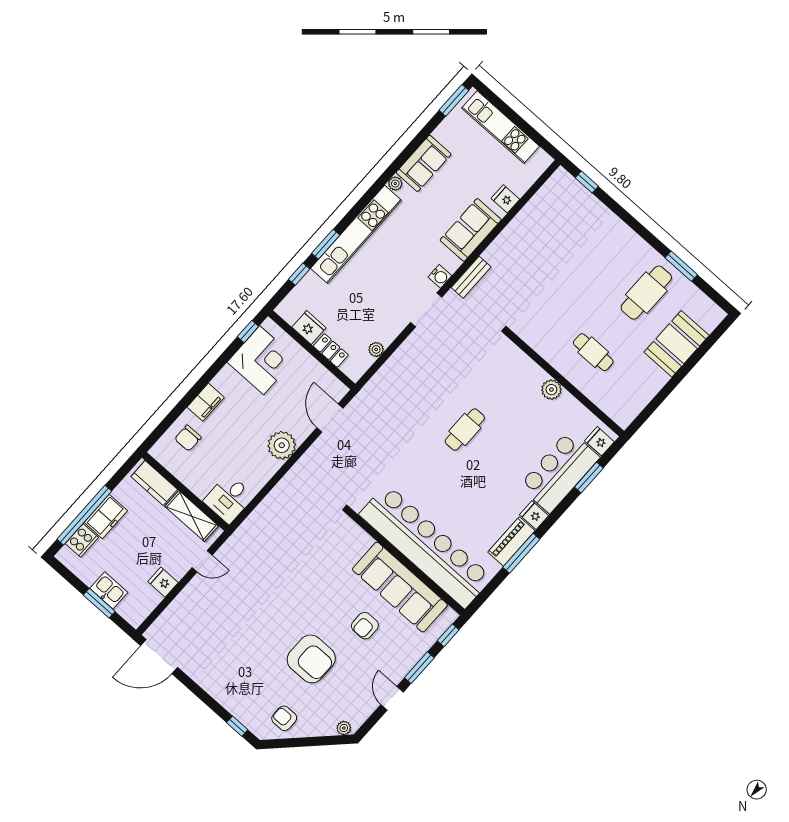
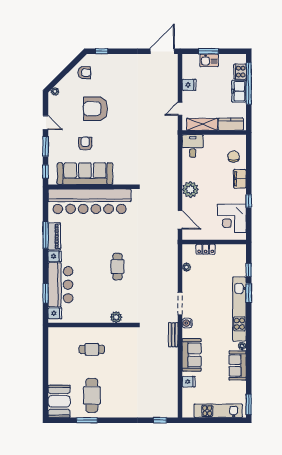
fridge: (309, 327) -> (224, 251), removed
window: (248, 332) -> (249, 201), moved
booth: (677, 344) -> (59, 401), moved
plant: (551, 390) -> (116, 317), moved

